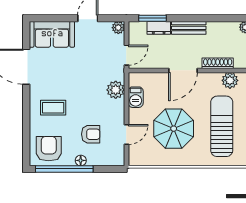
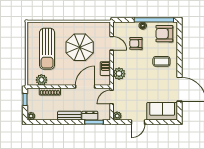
door: (183, 70) -> (85, 87), moved
door: (126, 134) -> (112, 43), swing flipped
armchair: (49, 149) -> (164, 34), turned 90

